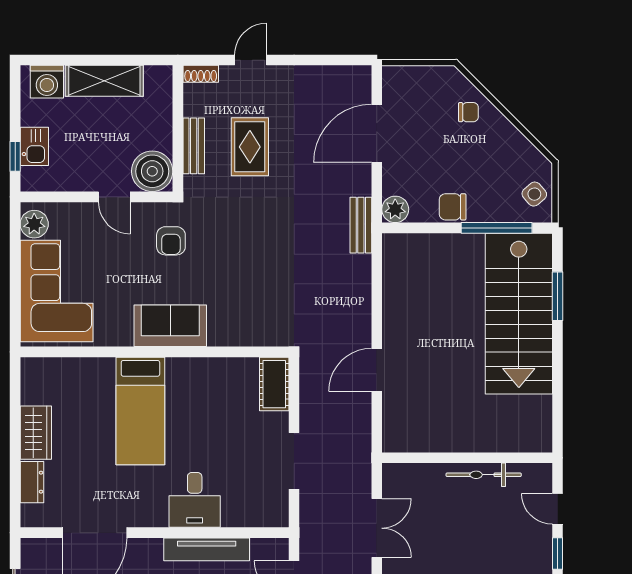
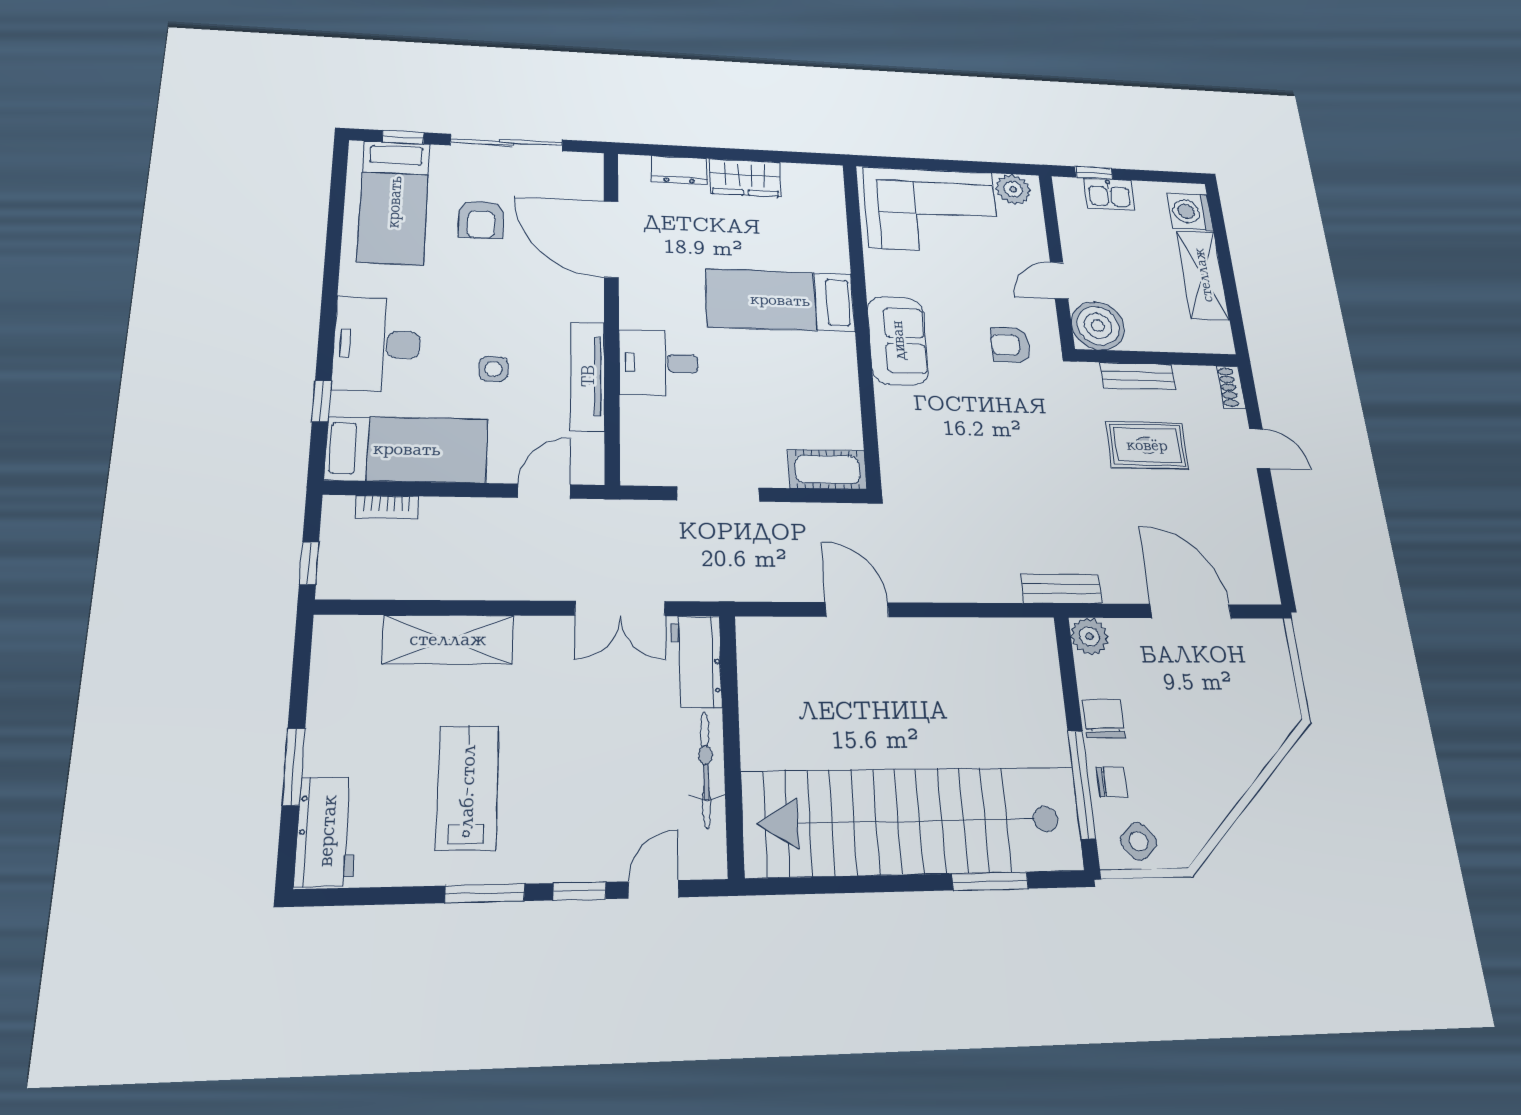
chair: (468, 112) -> (1112, 782), moved, turned -90
stairs: (519, 314) -> (913, 821), width x1.36
workbench: (413, 479) -> (696, 662), added

